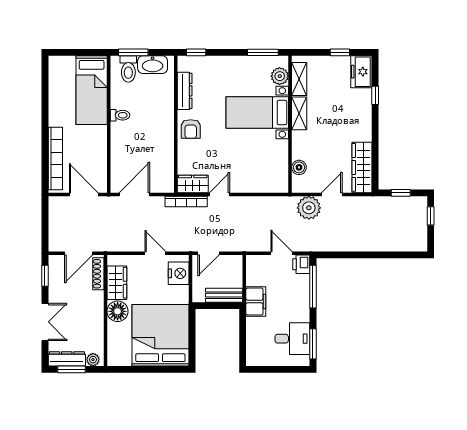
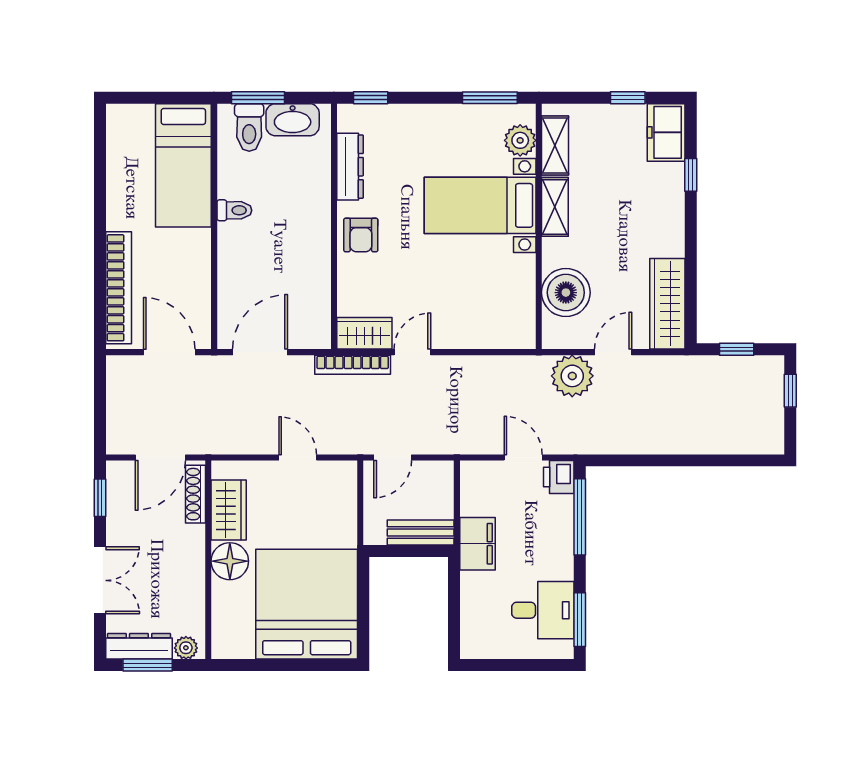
boiler: (299, 167) -> (566, 293), width x1.86, depth x1.86
nightstand: (179, 273) -> (339, 493), removed

